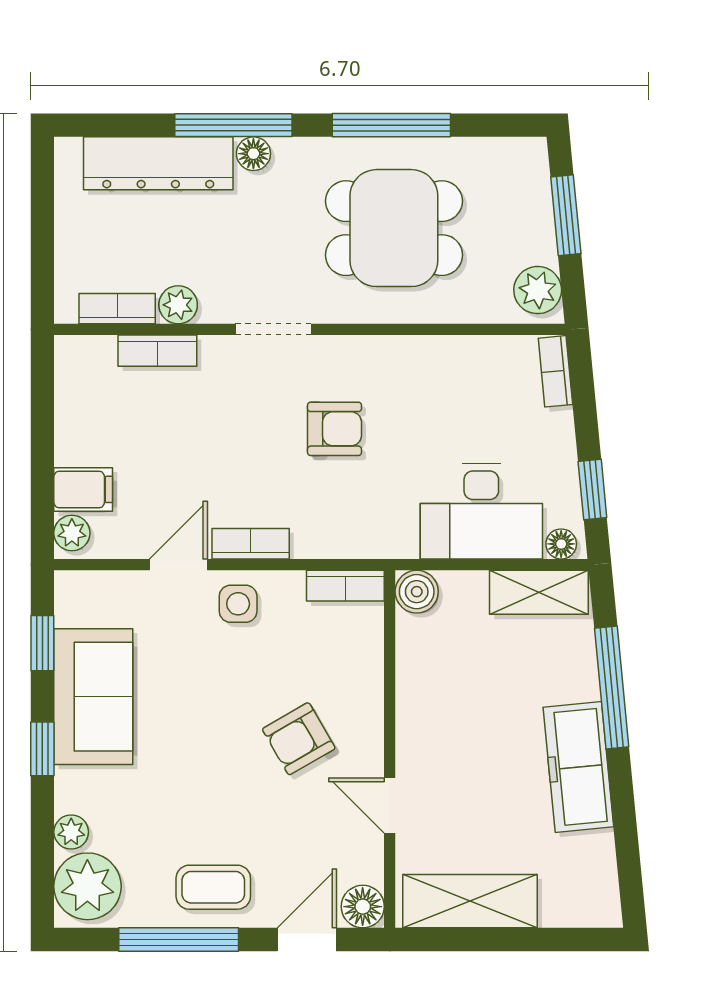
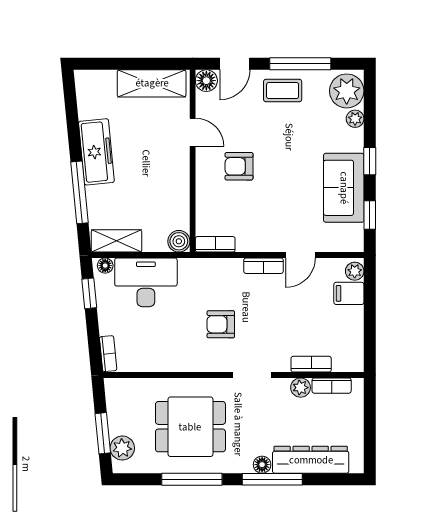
plant: (538, 290) -> (122, 448), moved
side table: (238, 604) -> (270, 235), removed
armchair: (299, 739) -> (239, 166), turned -150

